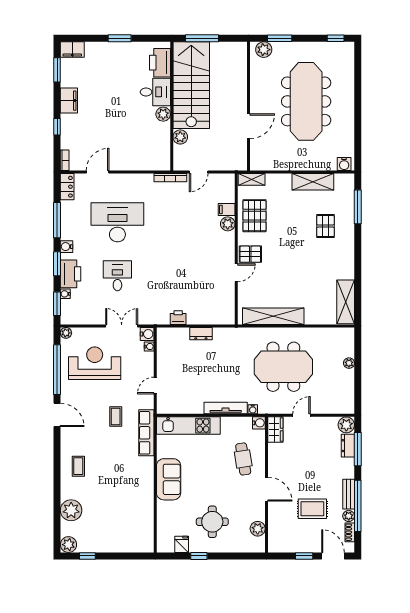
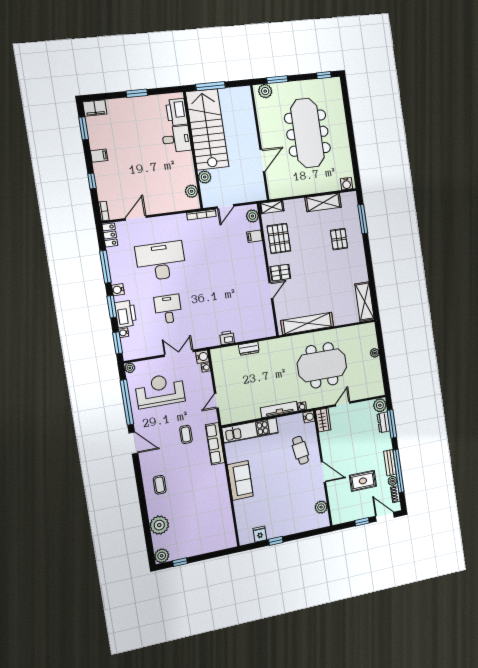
filing cabinet: (69, 101) -> (99, 156), width x0.50
plant: (163, 114) -> (192, 191), moved
plant: (228, 224) -> (252, 216), moved
round table: (212, 522) -> (283, 509), removed

